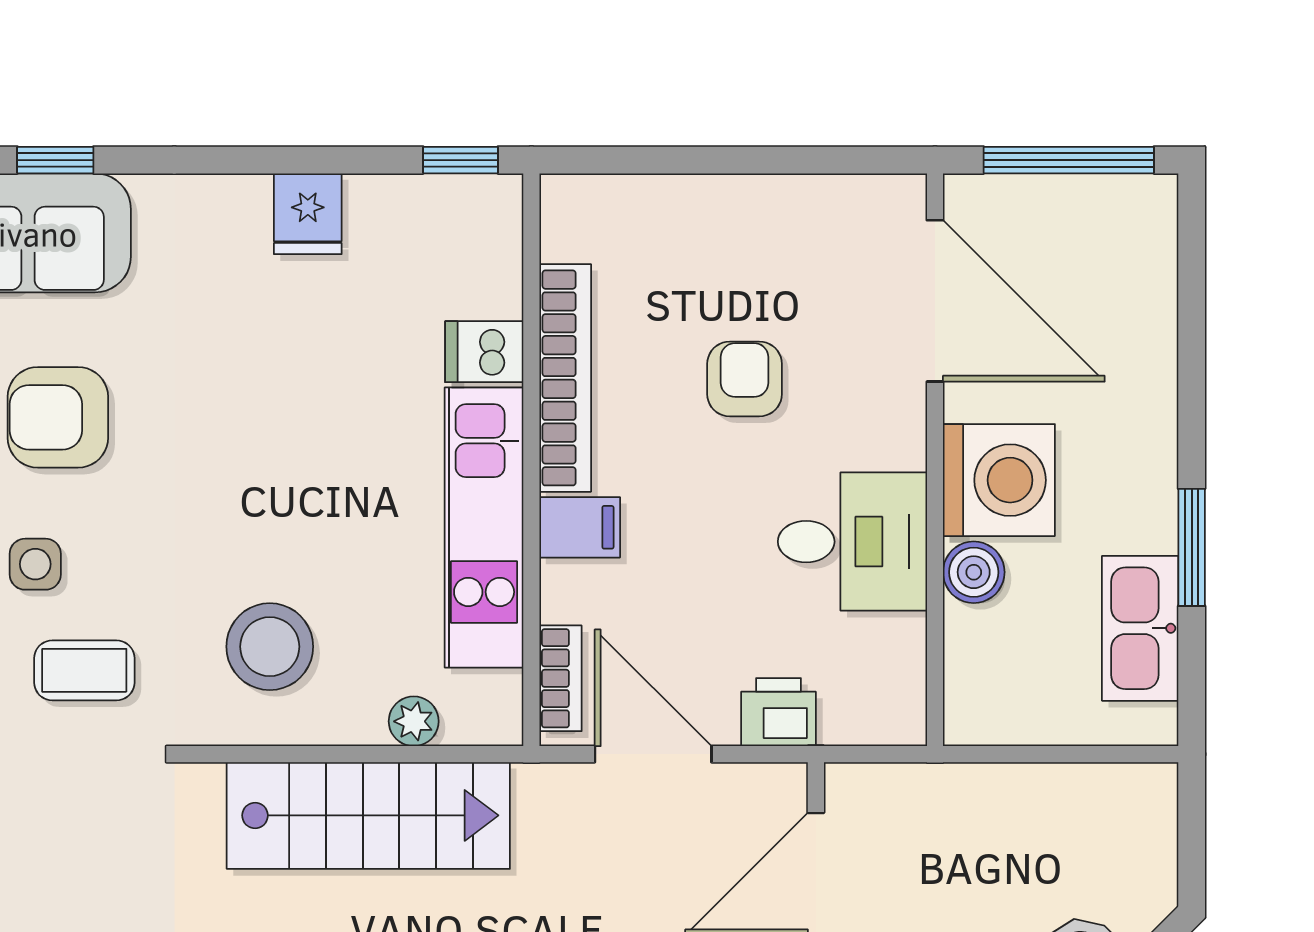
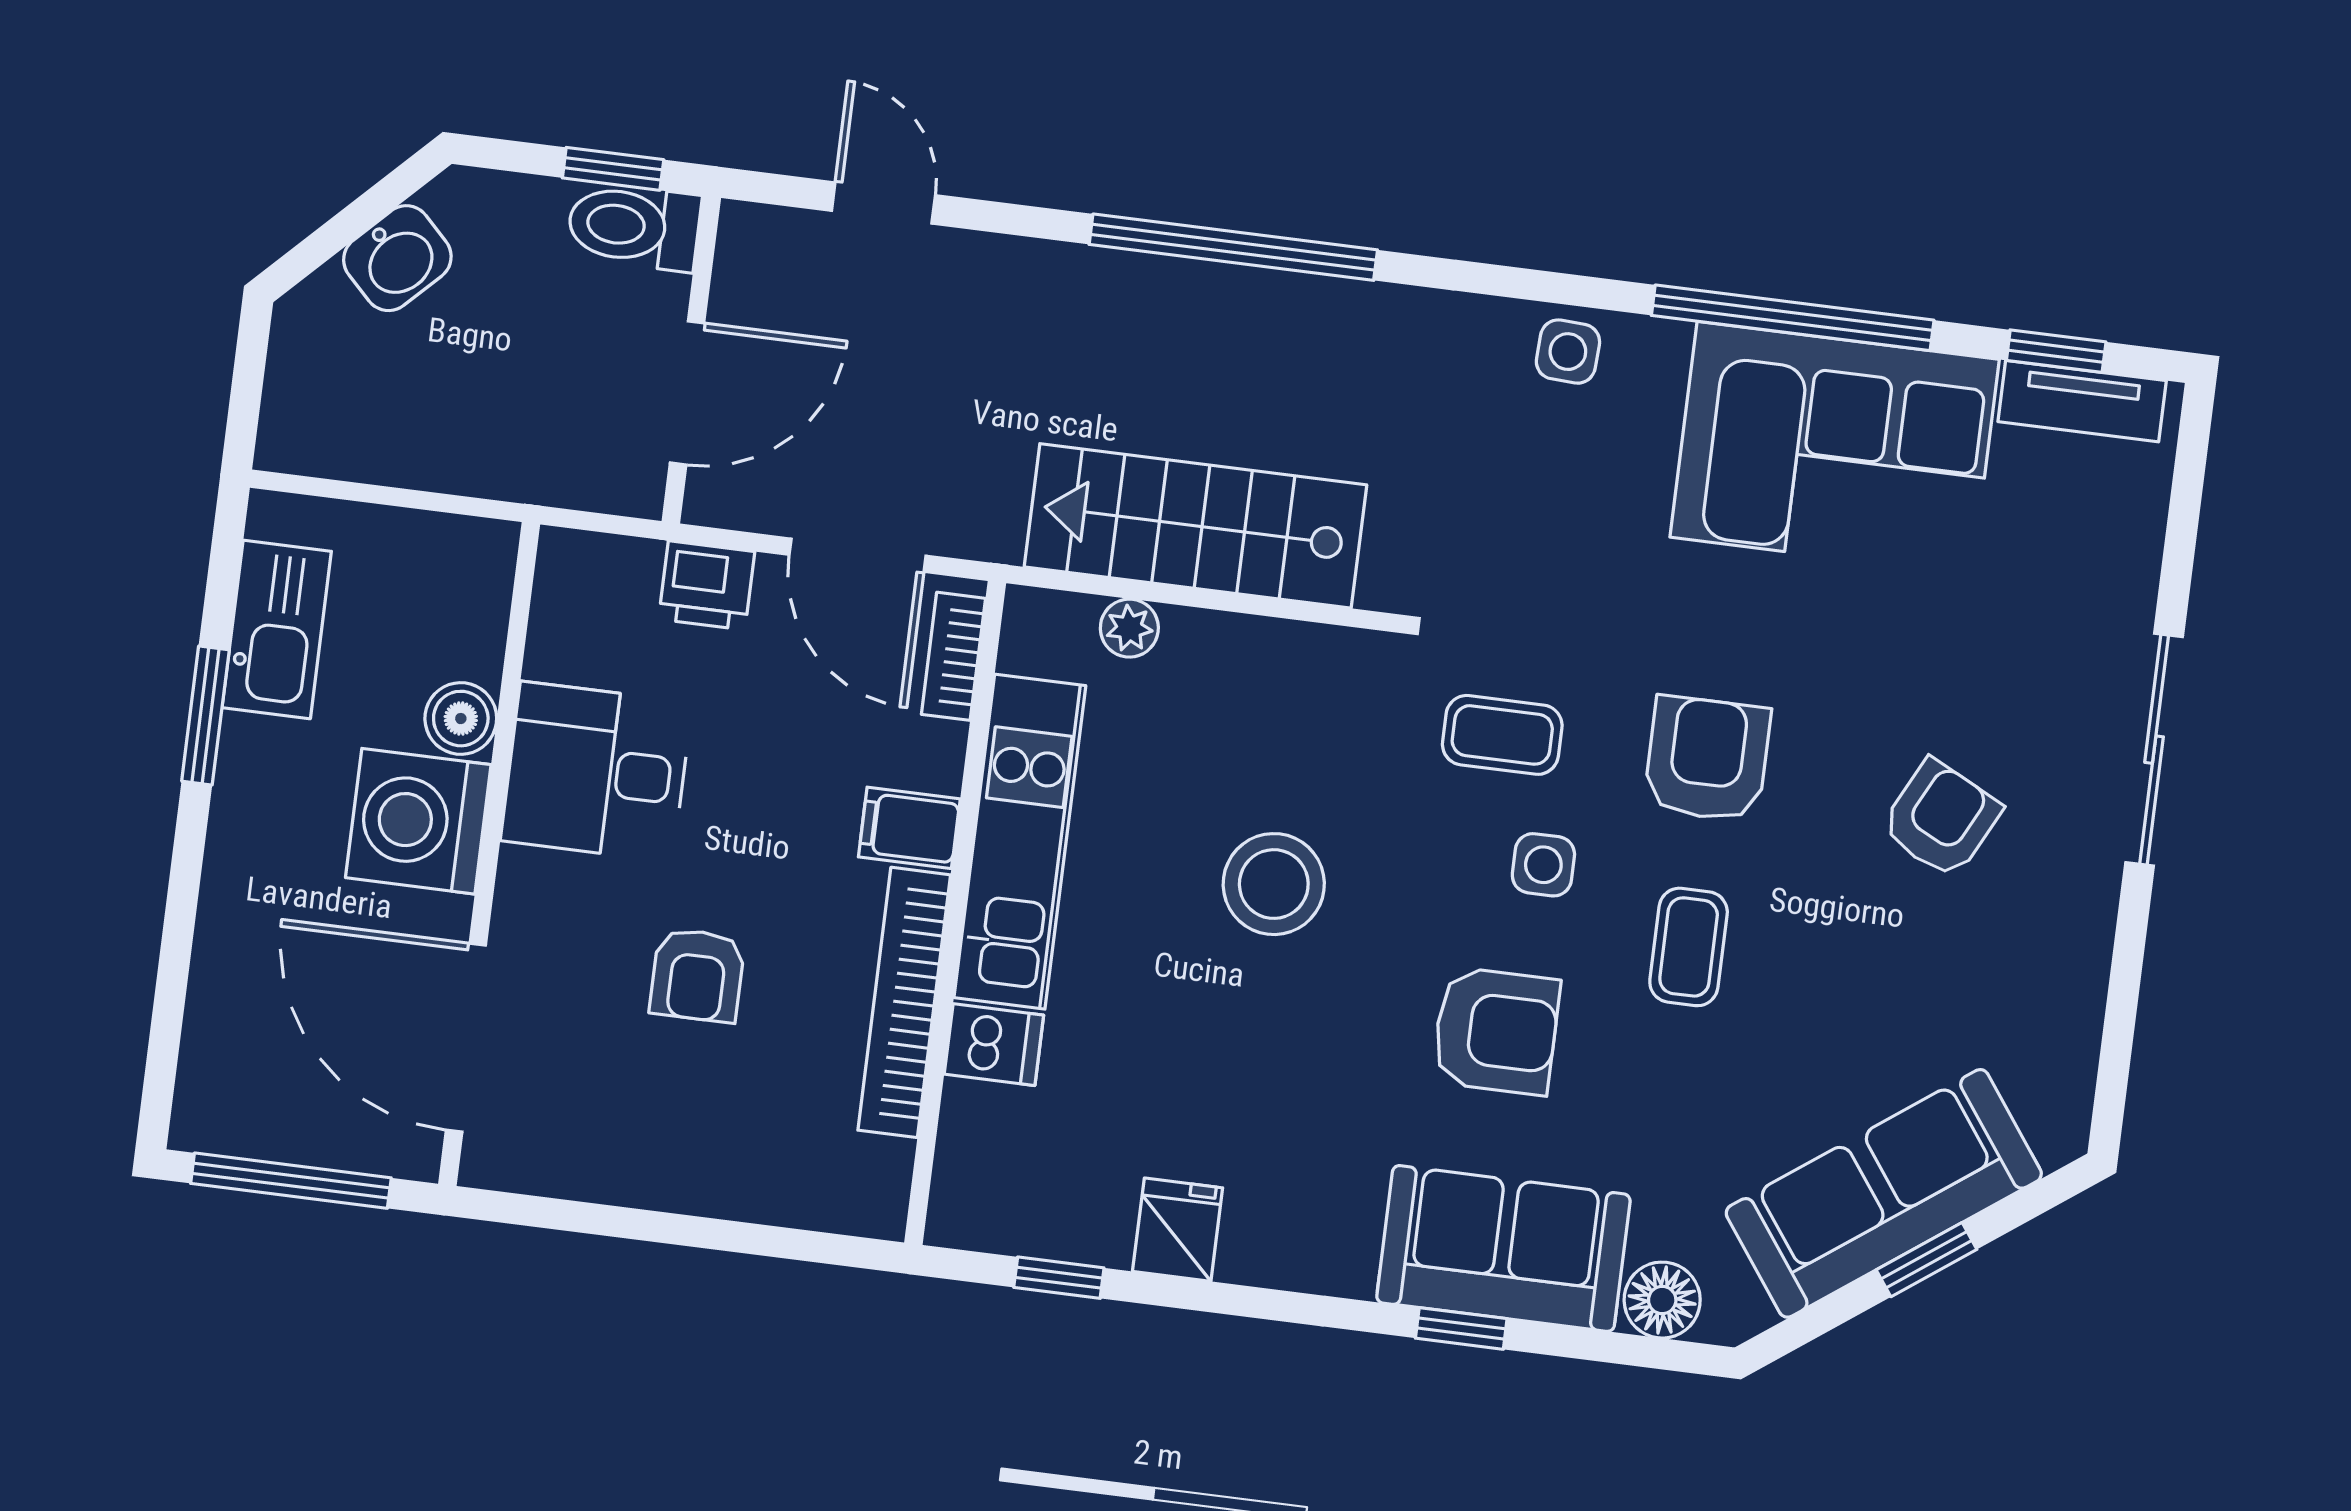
window: (461, 160) -> (1059, 1278), moved
stool: (270, 647) -> (1274, 884), moved

